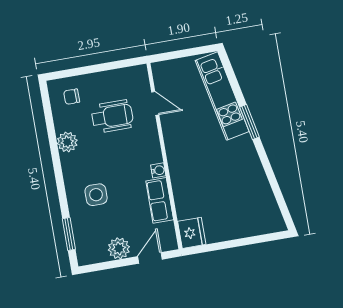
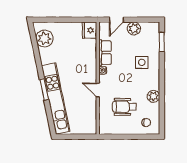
kitchen unit: (222, 96) -> (56, 98), width x1.36
door: (155, 103) -> (98, 90), moved
plant: (264, 206) -> (44, 38), added

